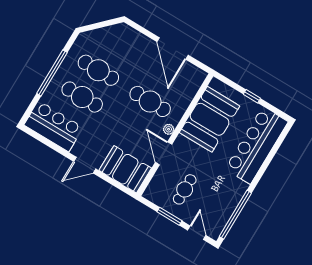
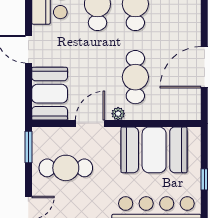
cafe table: (185, 189) -> (66, 168), width x1.37, depth x1.35
window: (169, 216) -> (28, 147), moved

